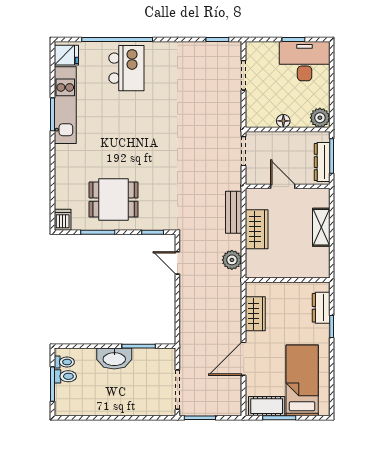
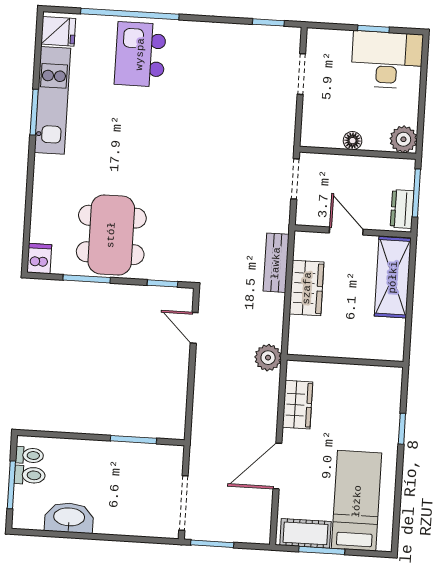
kitchen island: (126, 68) -> (140, 54), turned 180
dresser: (322, 162) -> (402, 209), width x0.70
dining table: (114, 200) -> (111, 235), width x1.38
shelving: (321, 227) -> (393, 277), width x1.50, depth x1.33
plant: (232, 260) -> (268, 358), moved
dresser: (321, 308) -> (389, 402), removed
washbasin: (114, 359) -> (69, 518), moved, turned 180

